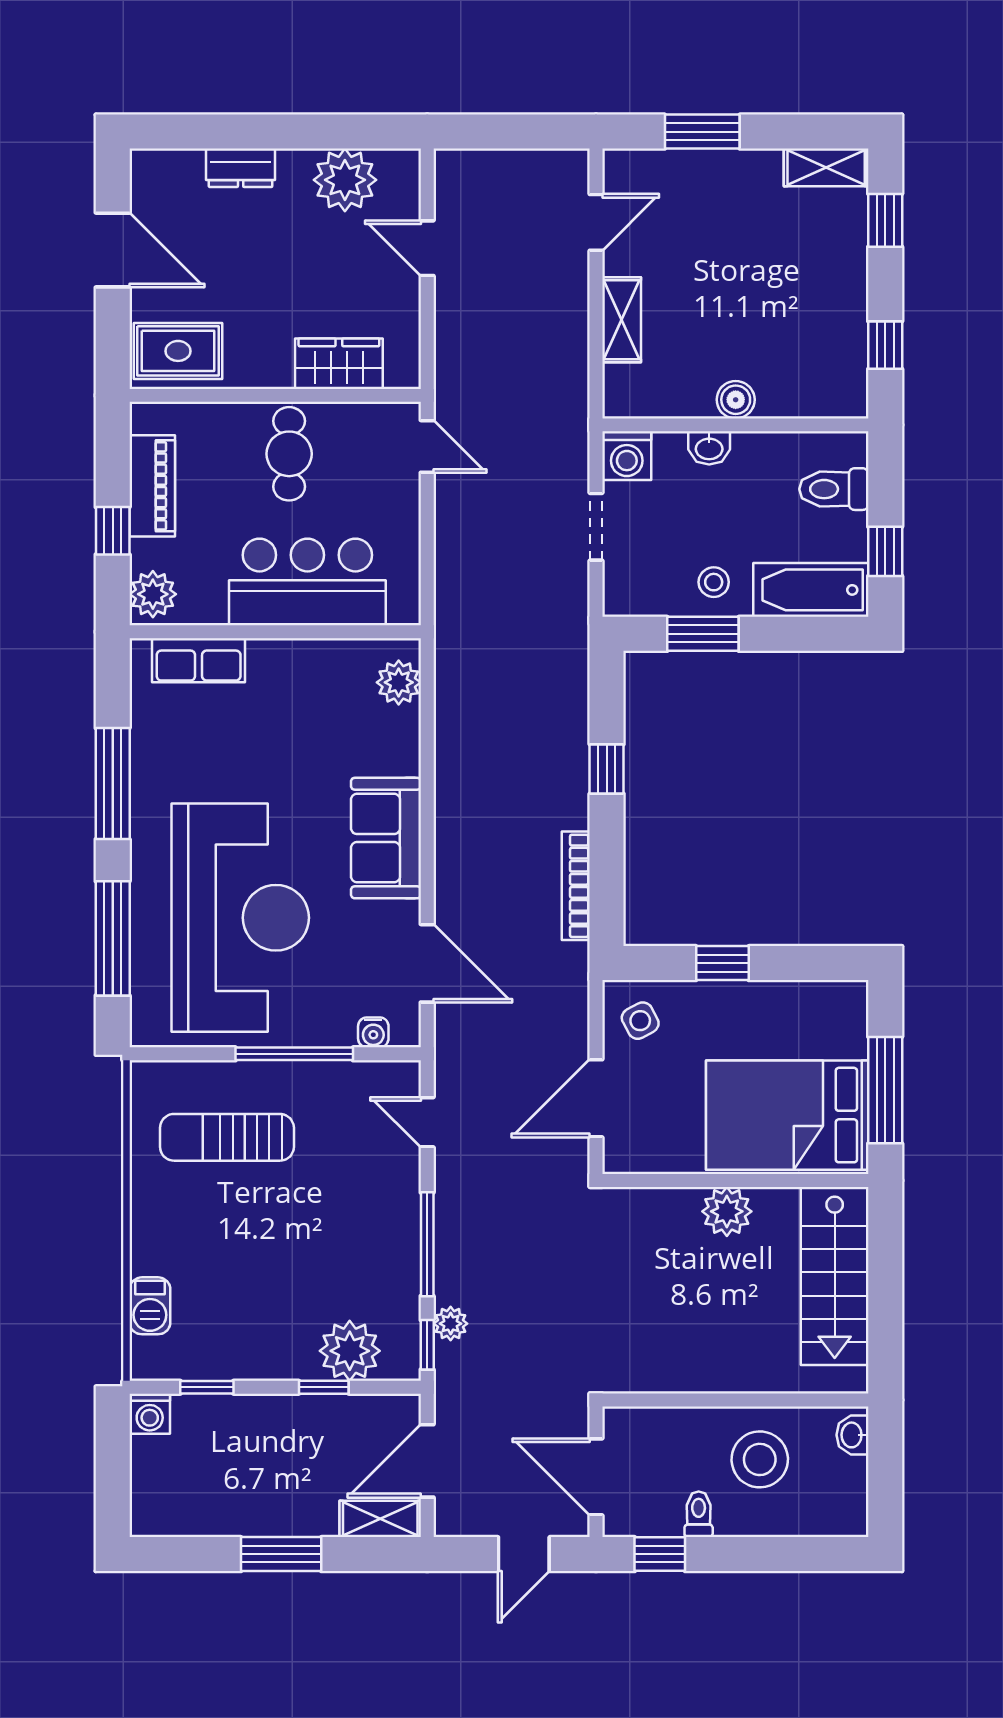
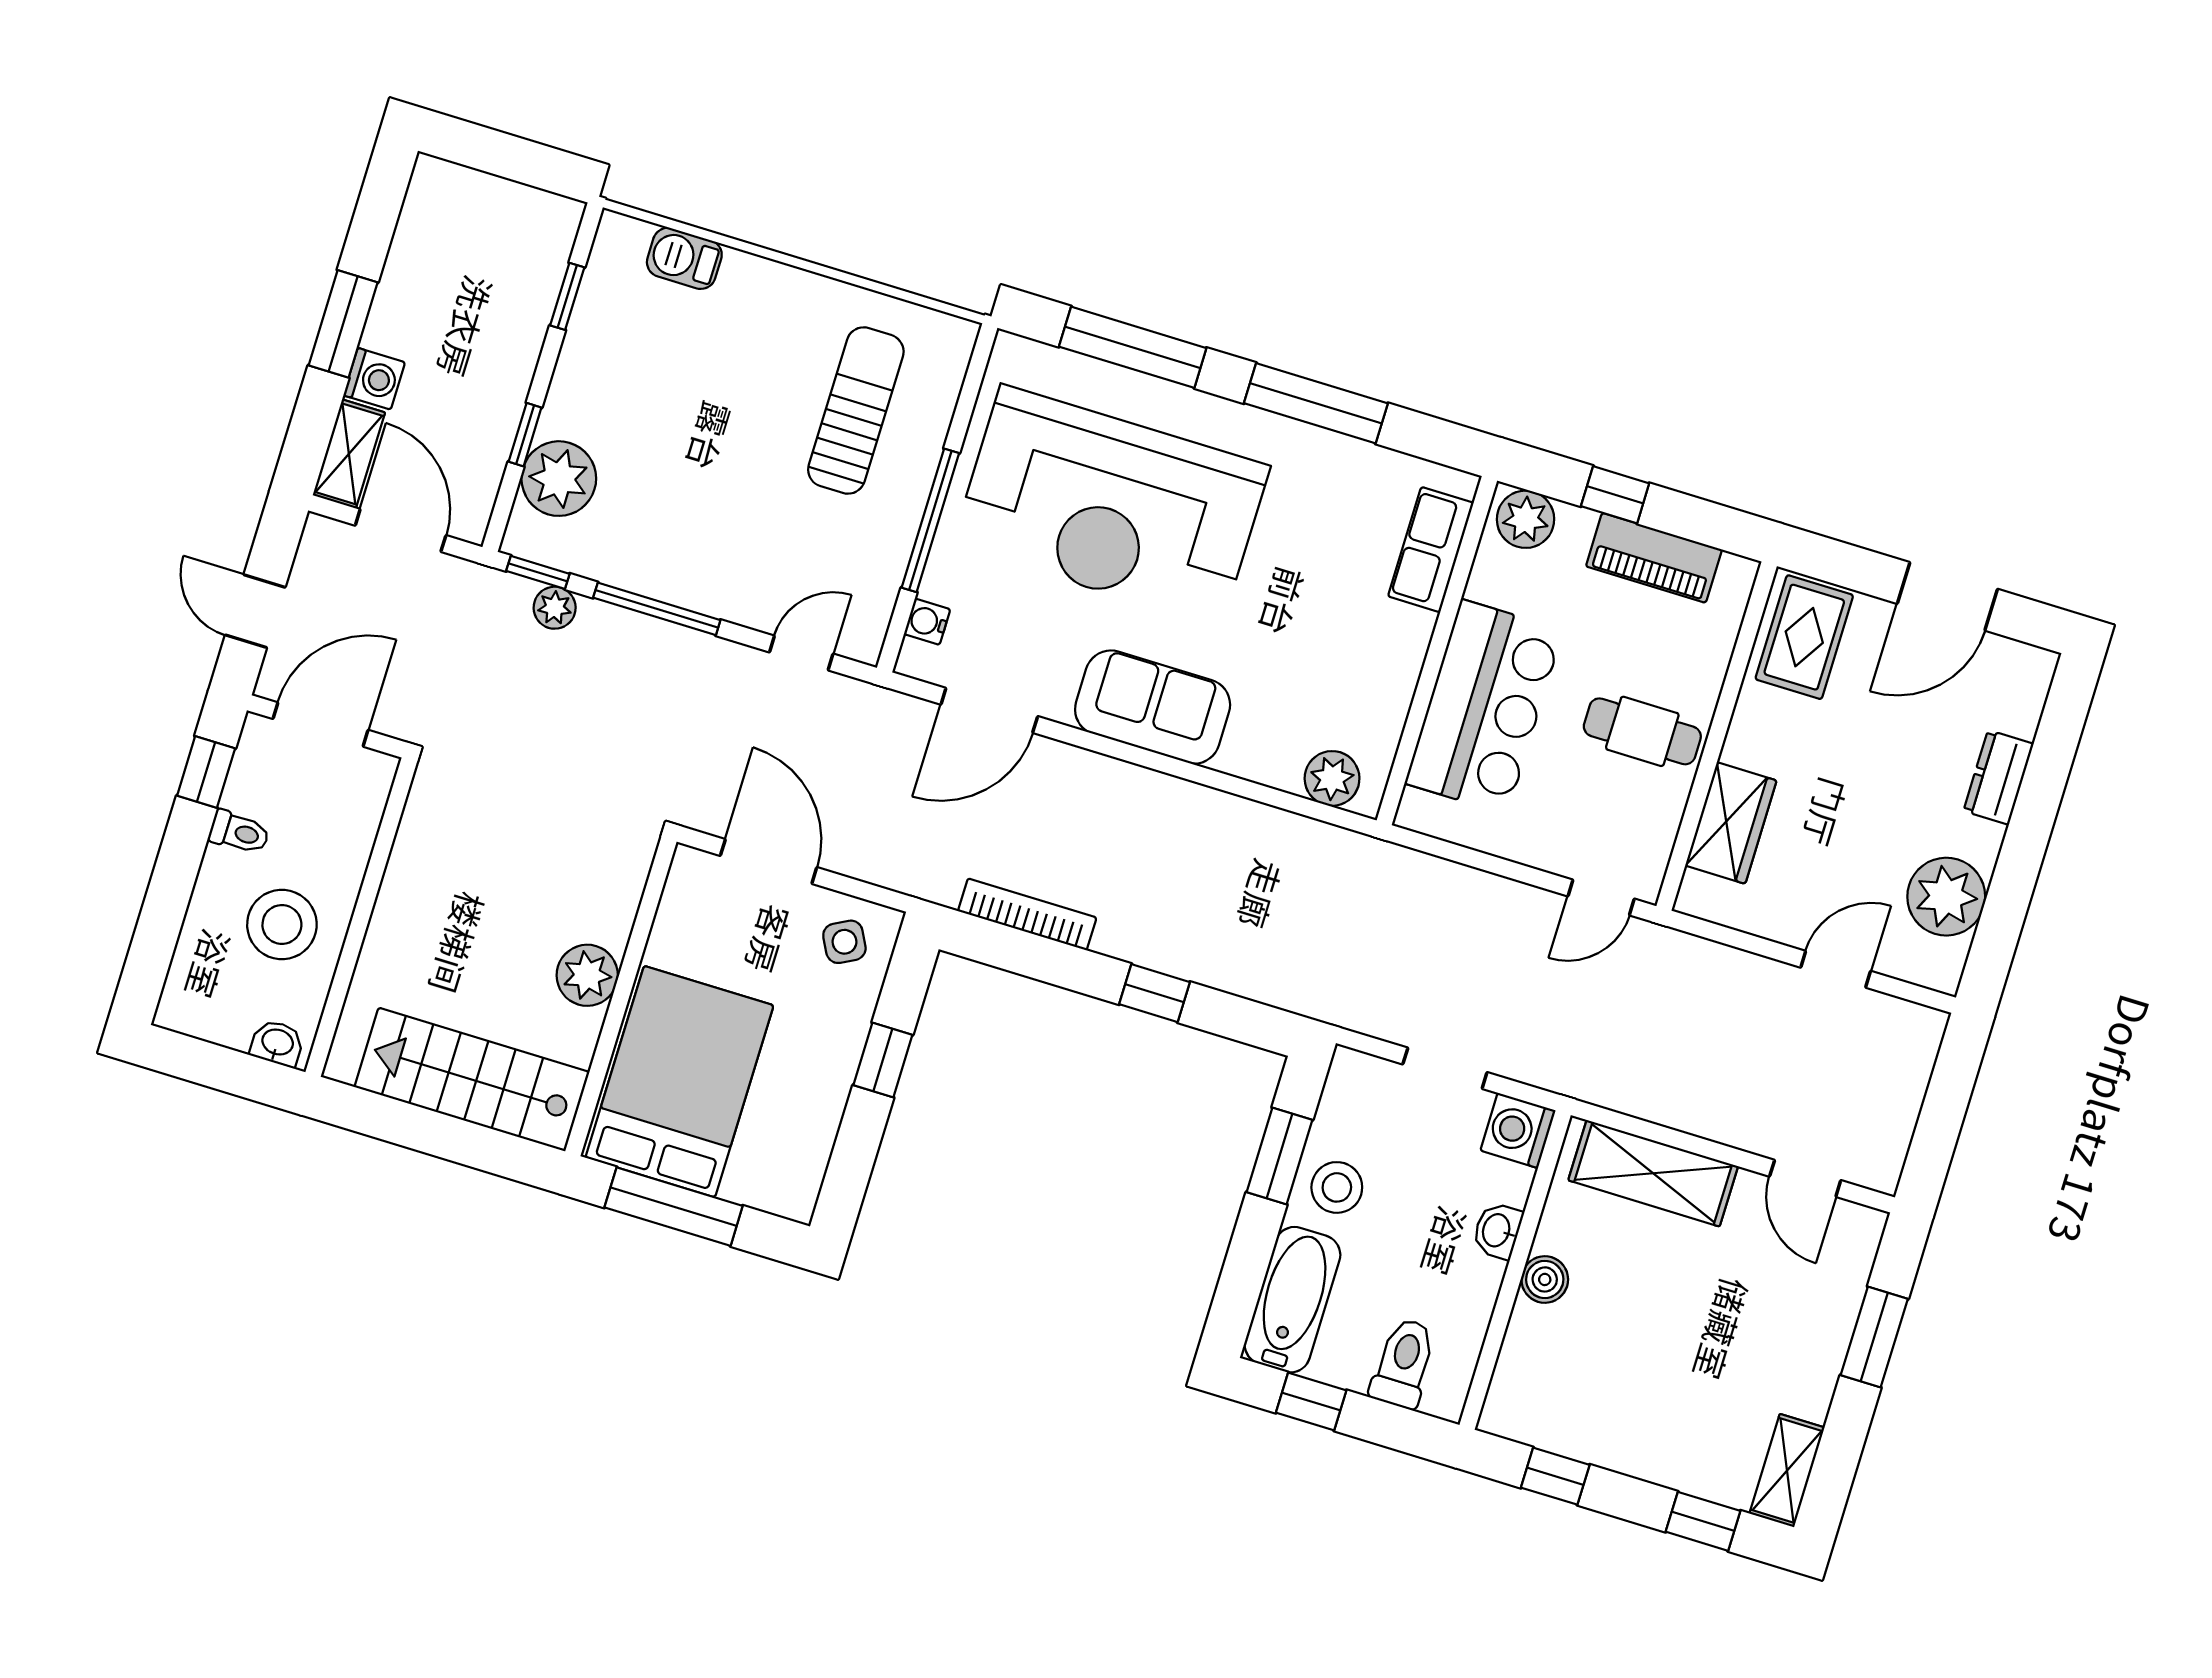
shelving: (622, 320) -> (1653, 1173), width x1.50, depth x1.33
stool: (714, 582) -> (1337, 1187), width x1.37, depth x1.37
washing machine: (150, 1414) -> (374, 379), moved, turned 180

